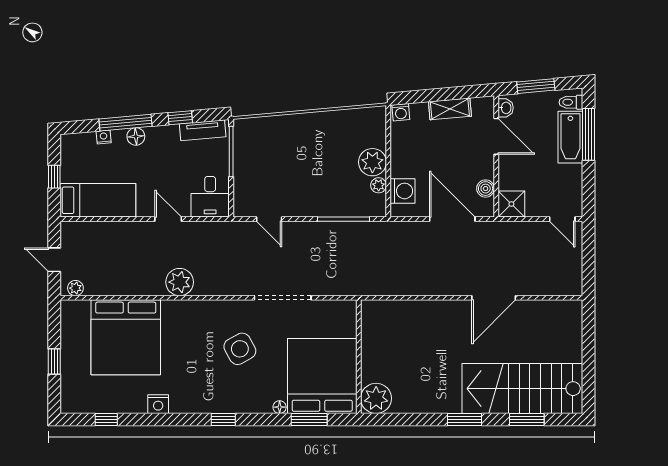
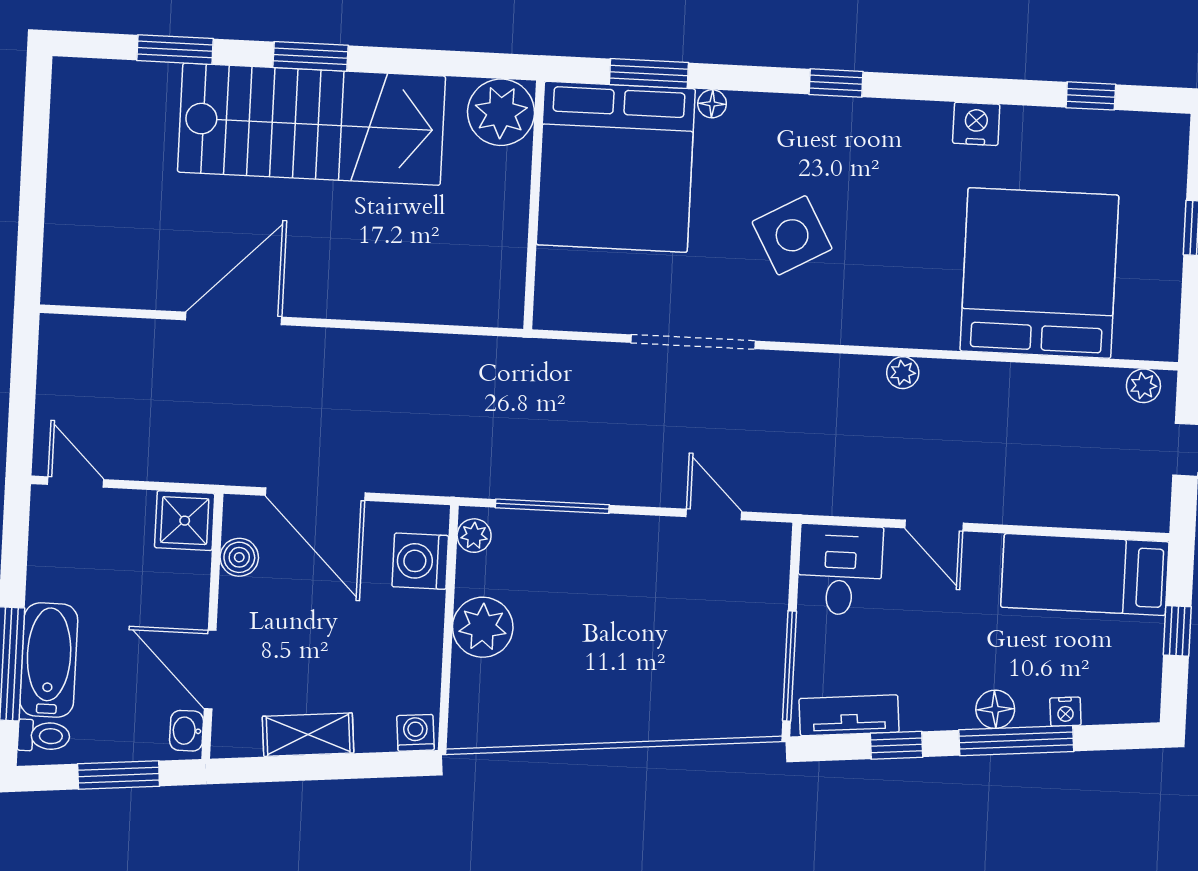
plant: (379, 185) -> (474, 536), moved
plant: (180, 282) -> (903, 373), width x0.53, depth x0.53
stairs: (522, 389) -> (312, 124), moved

